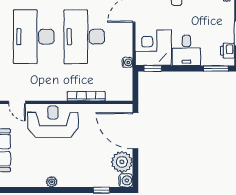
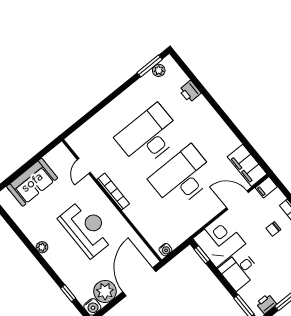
water cooler: (127, 62) -> (165, 250), moved
bookcase: (86, 96) -> (113, 192), moved
reception desk: (53, 122) -> (87, 228), moved

